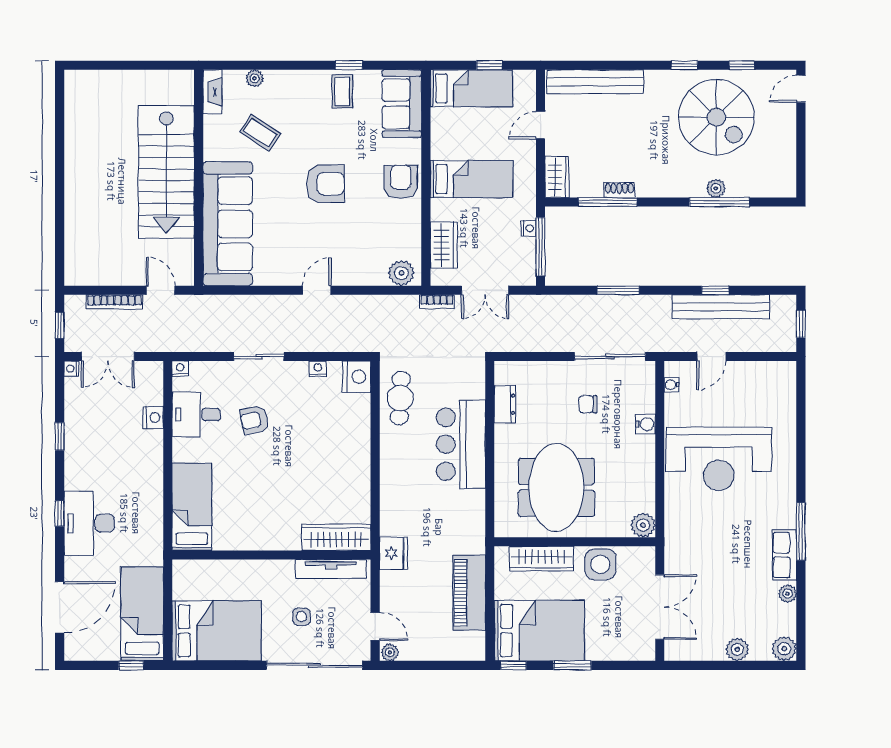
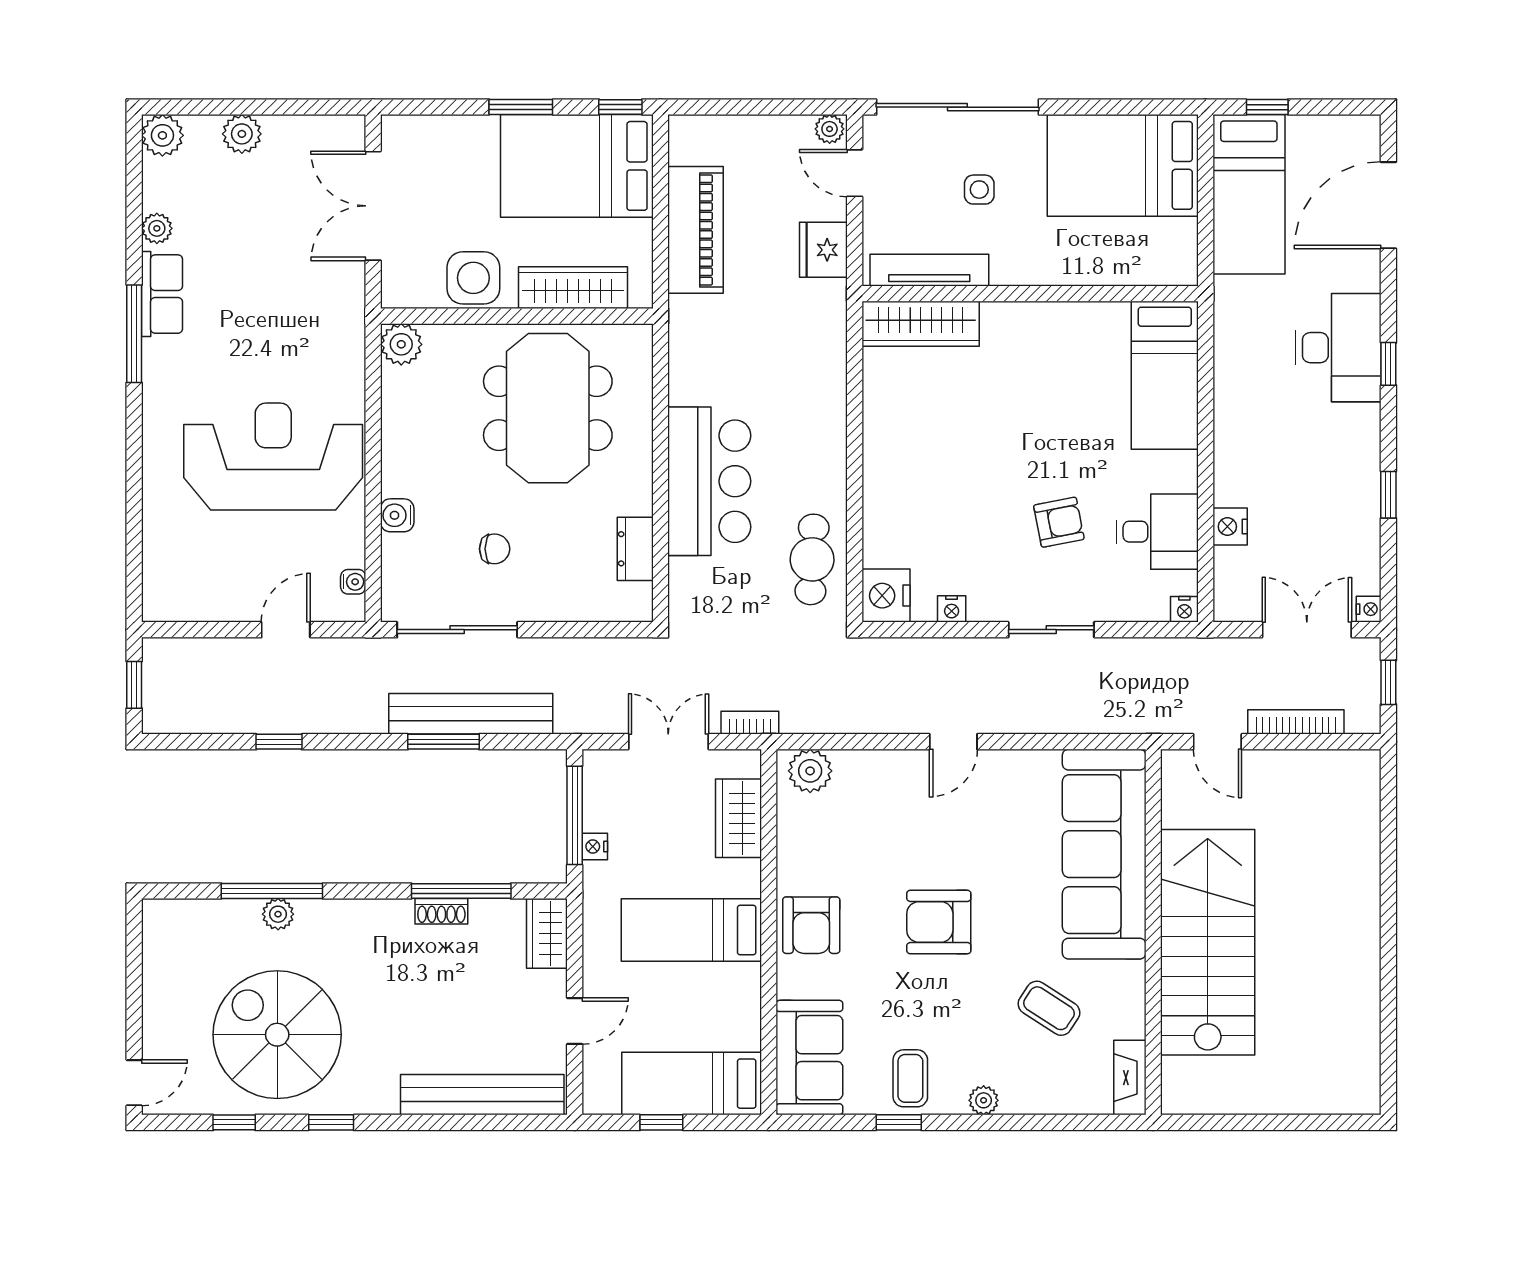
plant: (255, 78) -> (984, 1100), moved
bench: (721, 307) -> (471, 714), moved
fridge: (394, 553) -> (823, 250), moved

